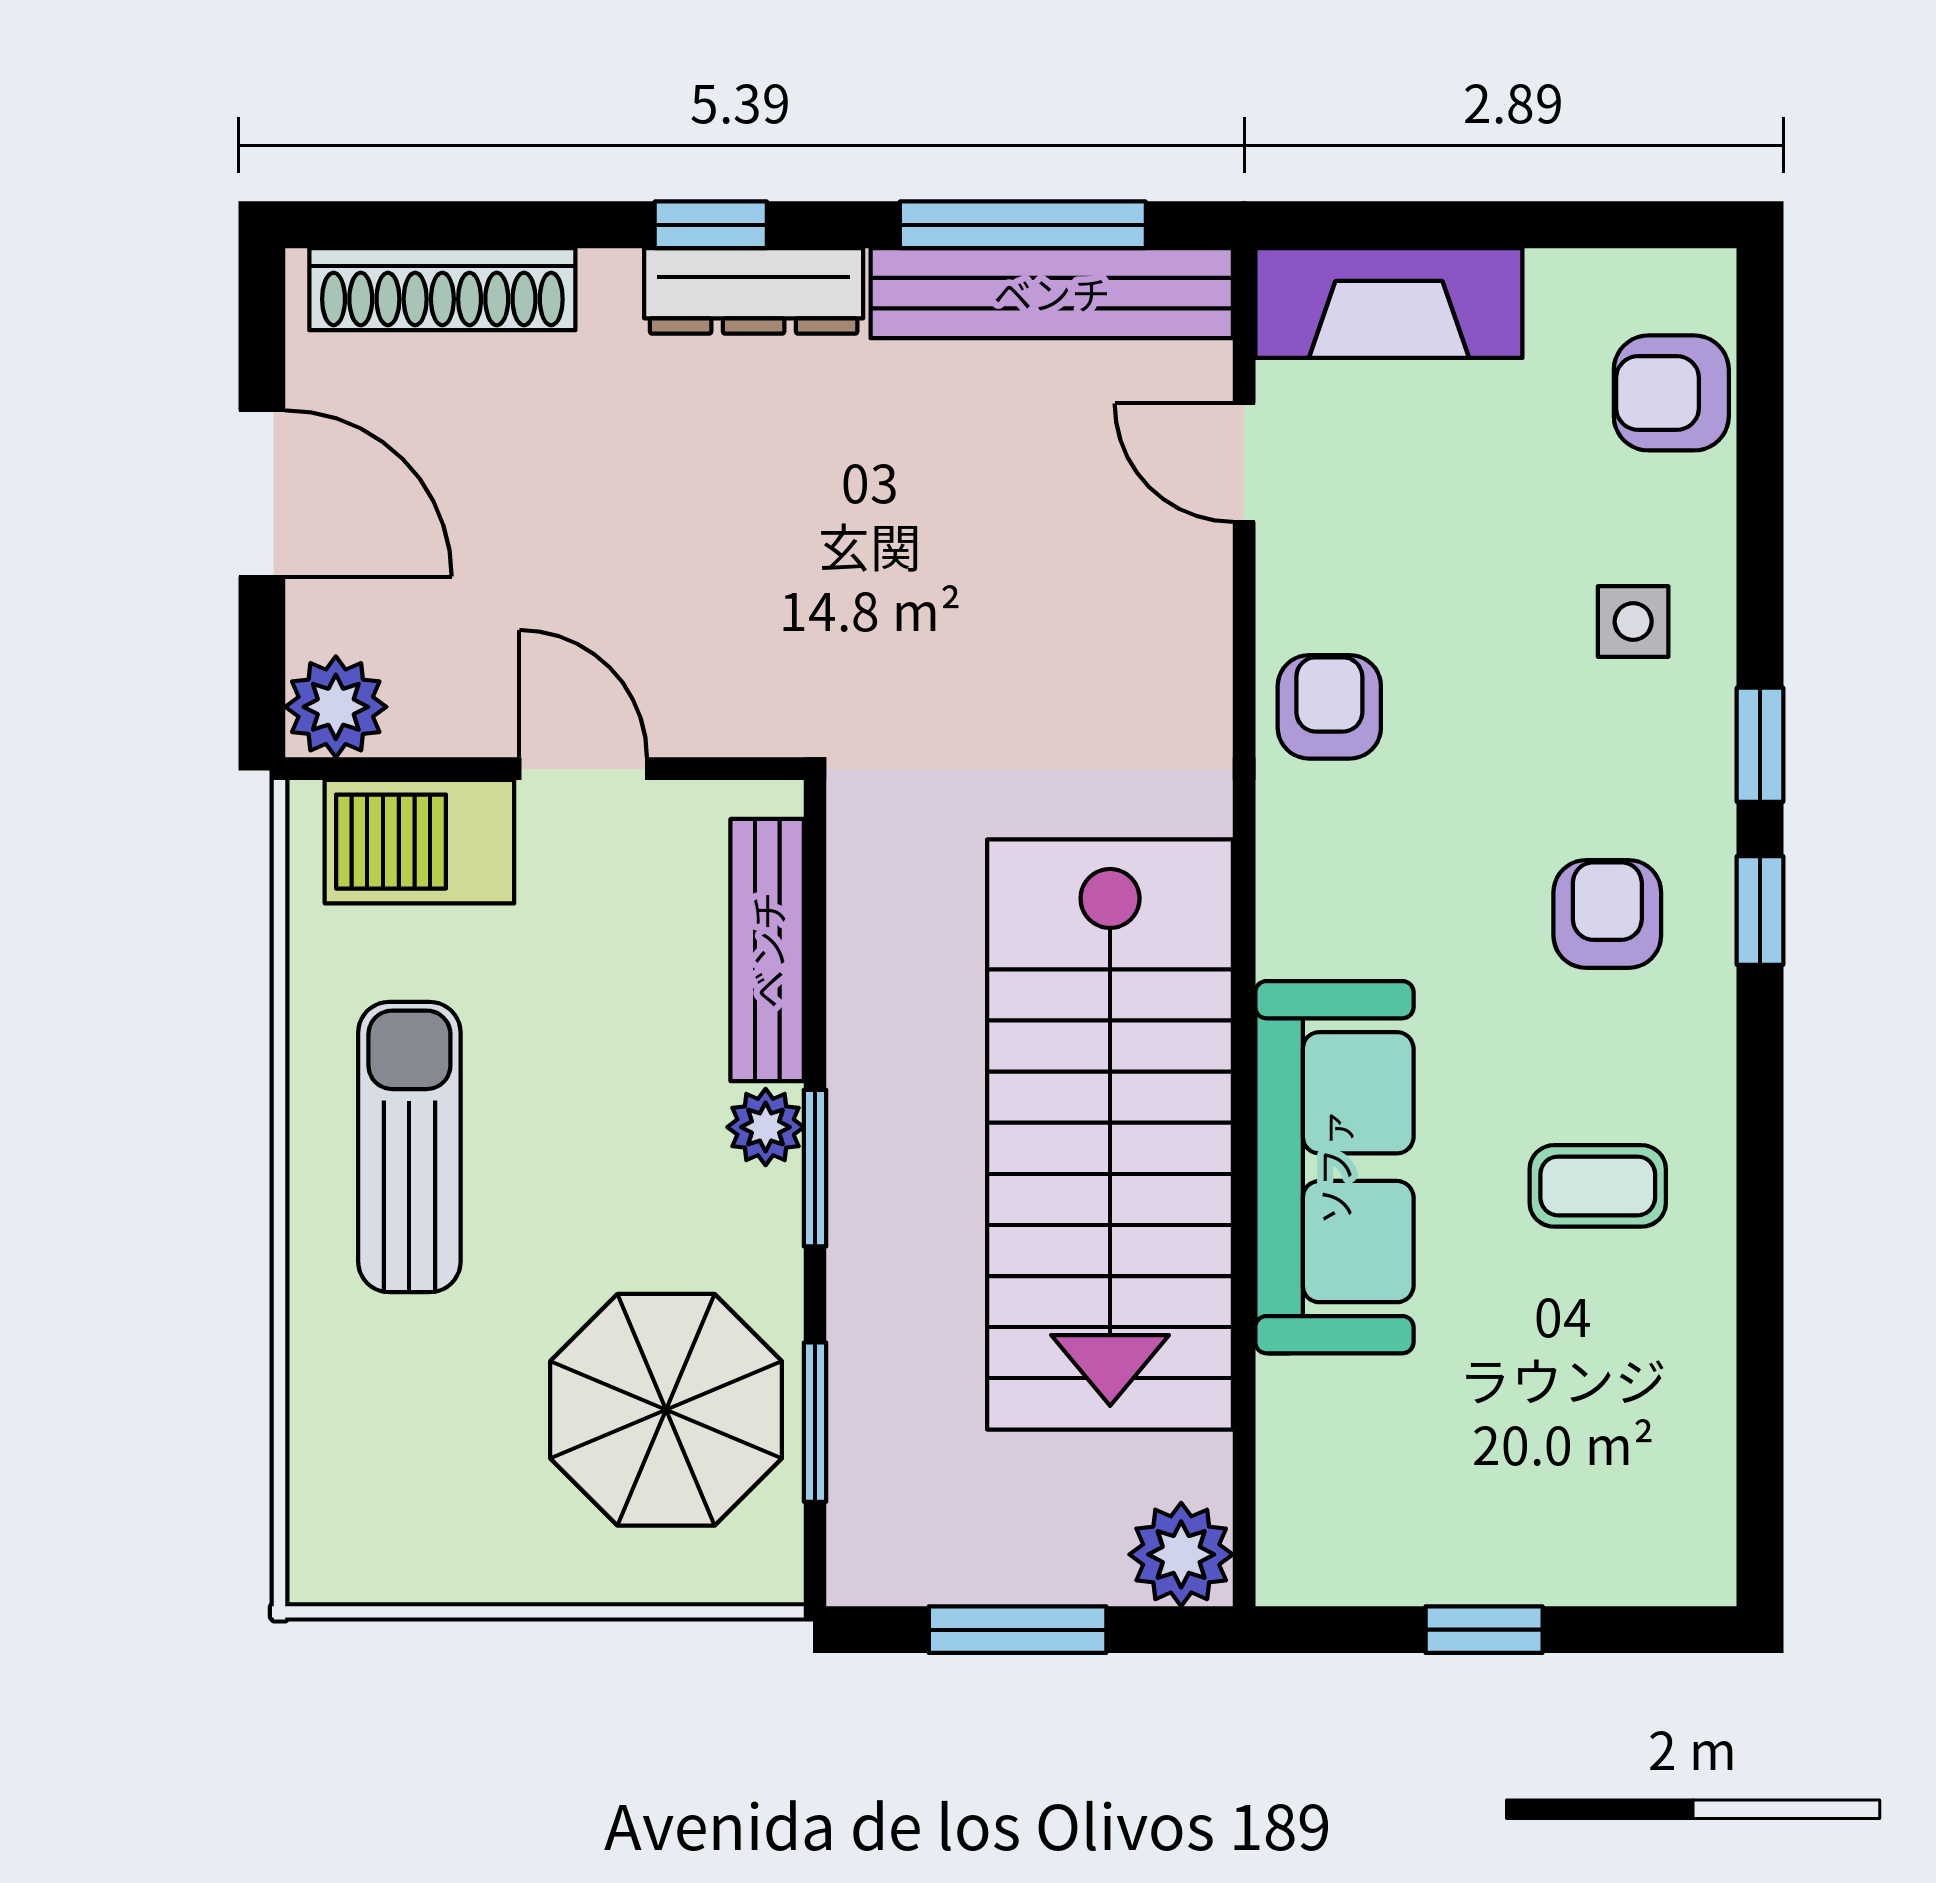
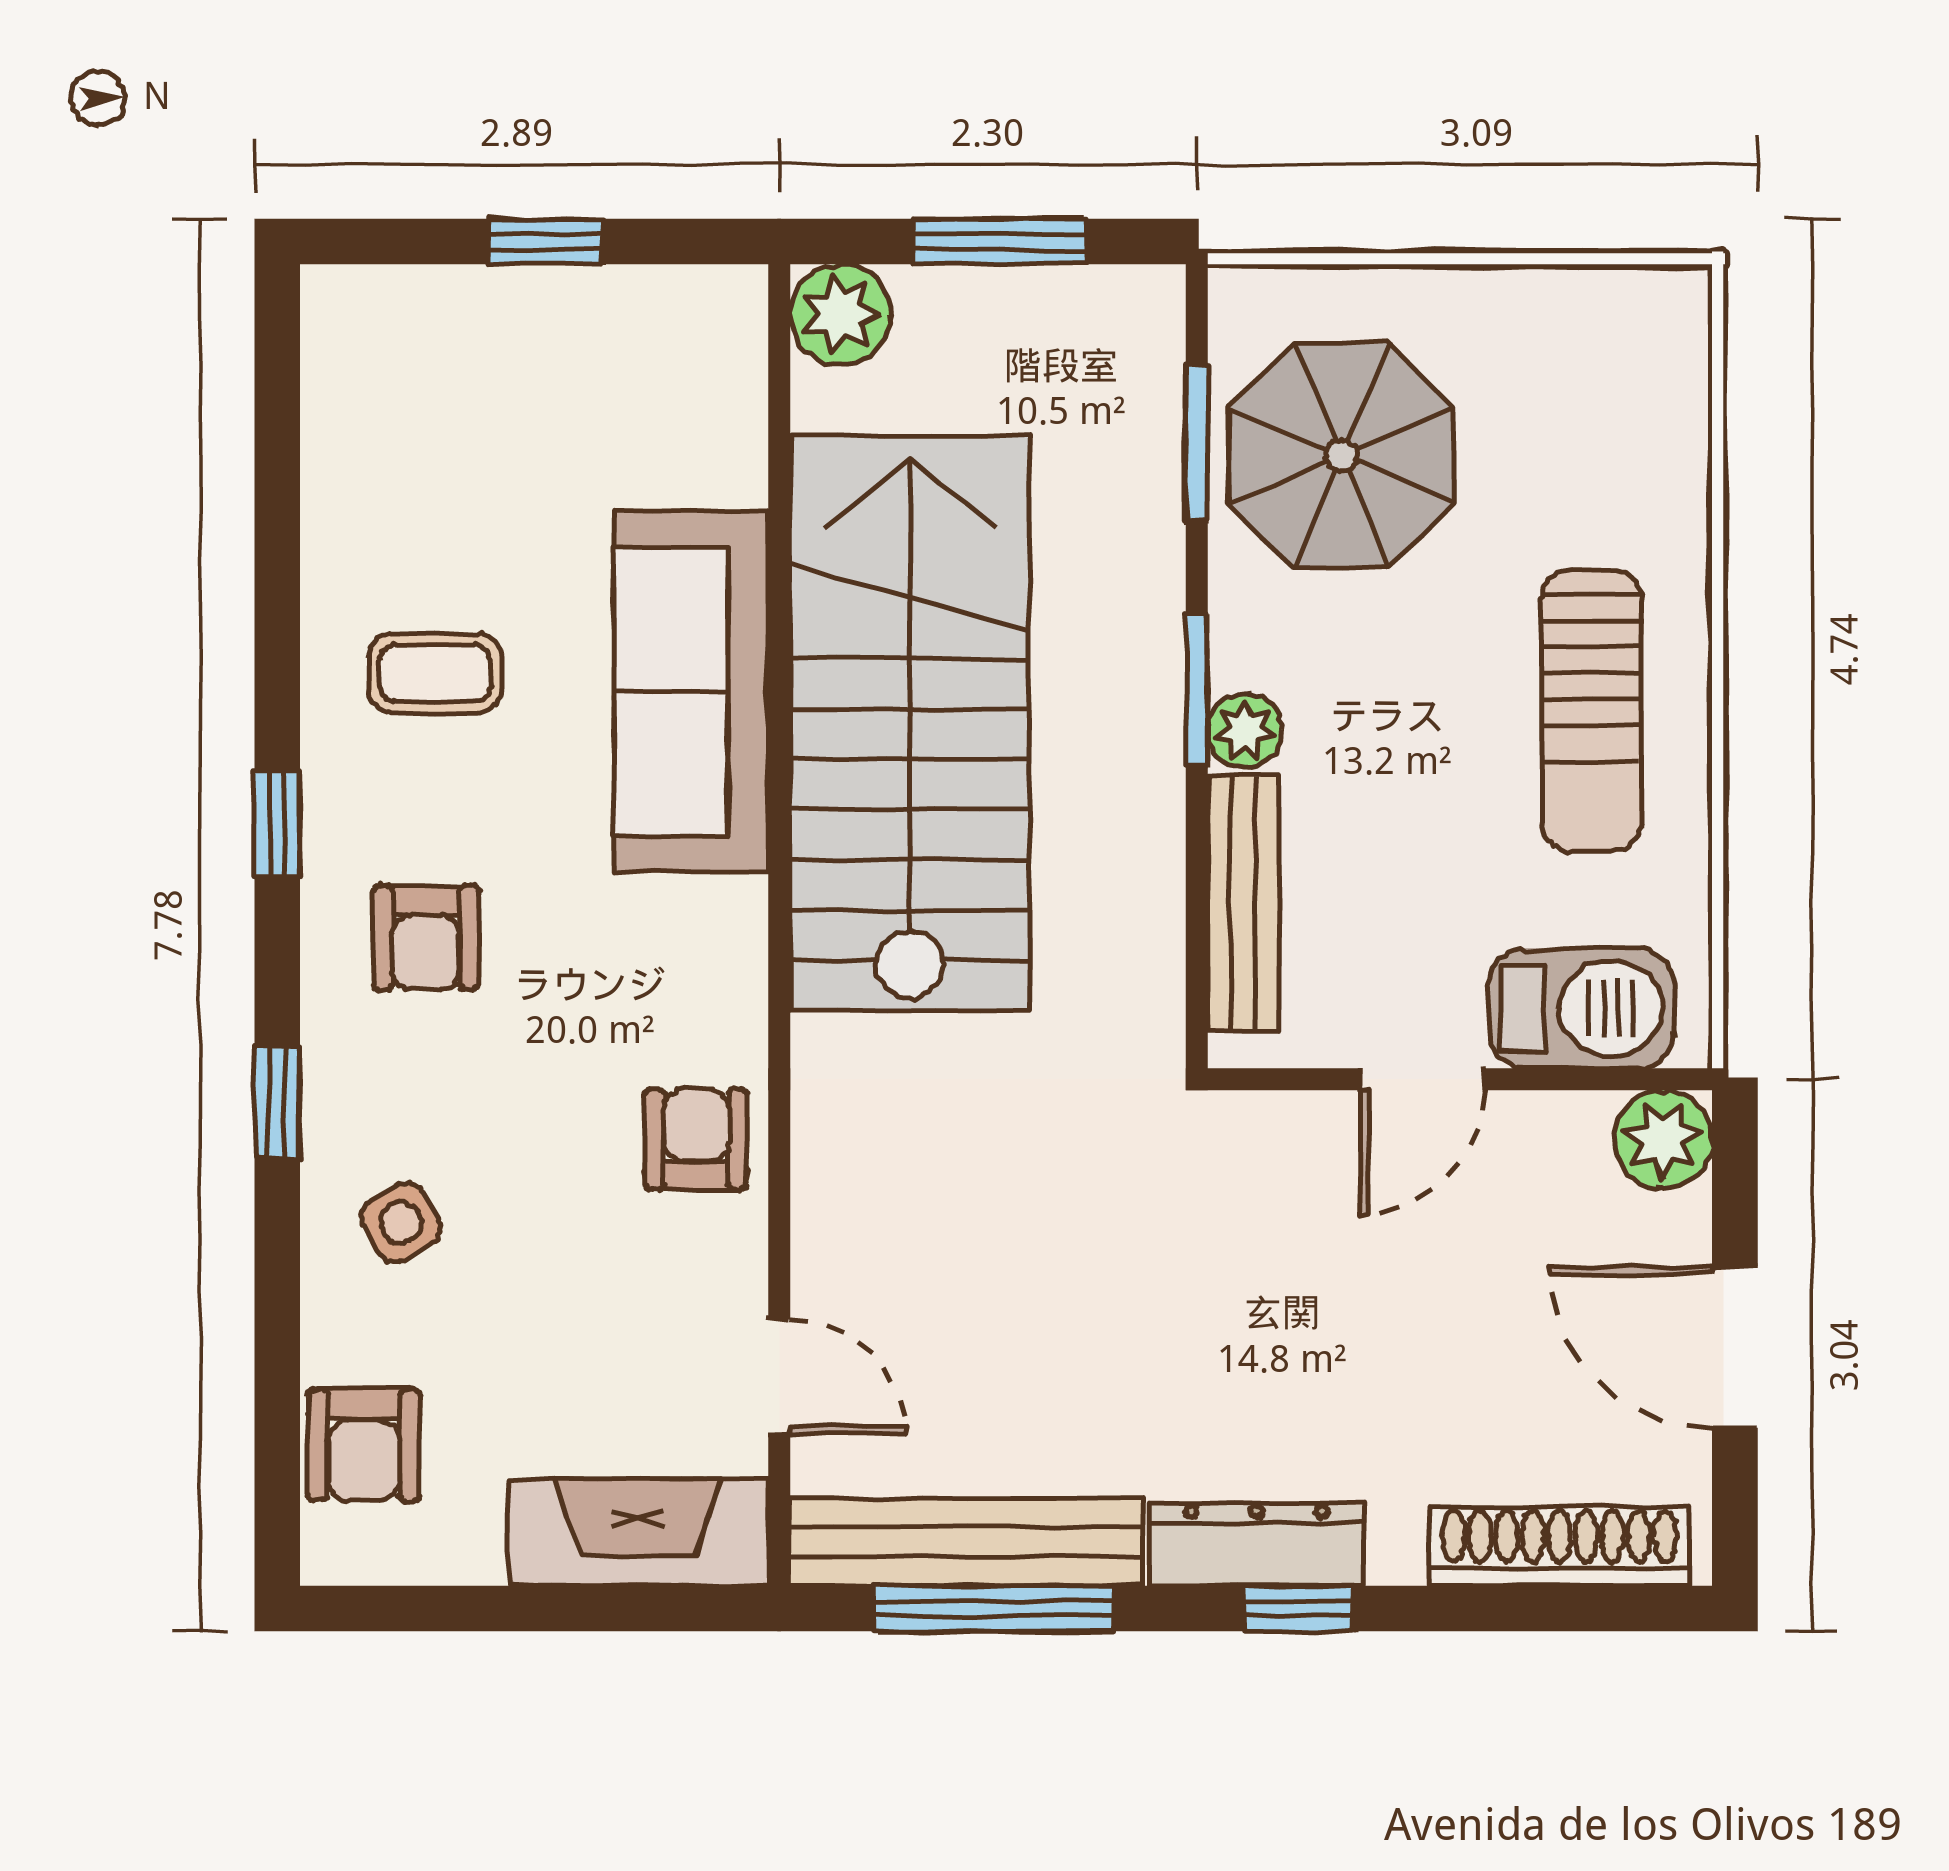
armchair: (1671, 393) -> (364, 1445), turned 90
side table: (1633, 622) -> (401, 1222), turned -30
armchair: (1329, 707) -> (696, 1139), turned 180
door: (583, 769) -> (1422, 1079), hinge flipped
window: (1760, 911) -> (277, 824), moved

